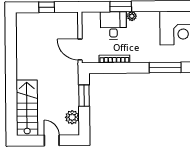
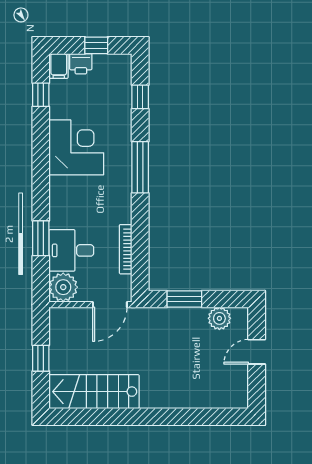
plant: (132, 16) -> (63, 287), moved, width x1.88, depth x1.88
stairs: (27, 108) -> (94, 392), moved

